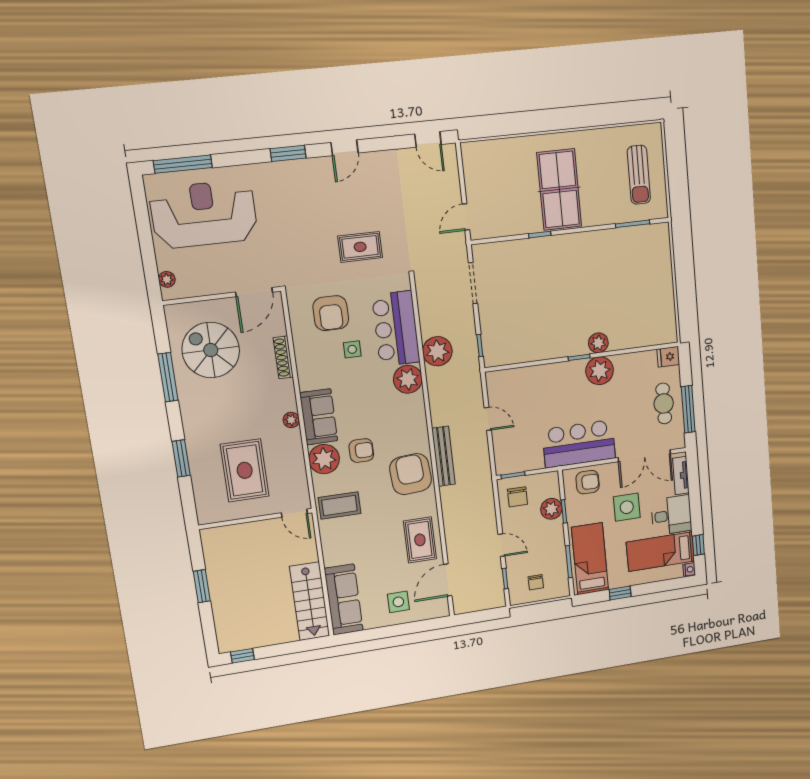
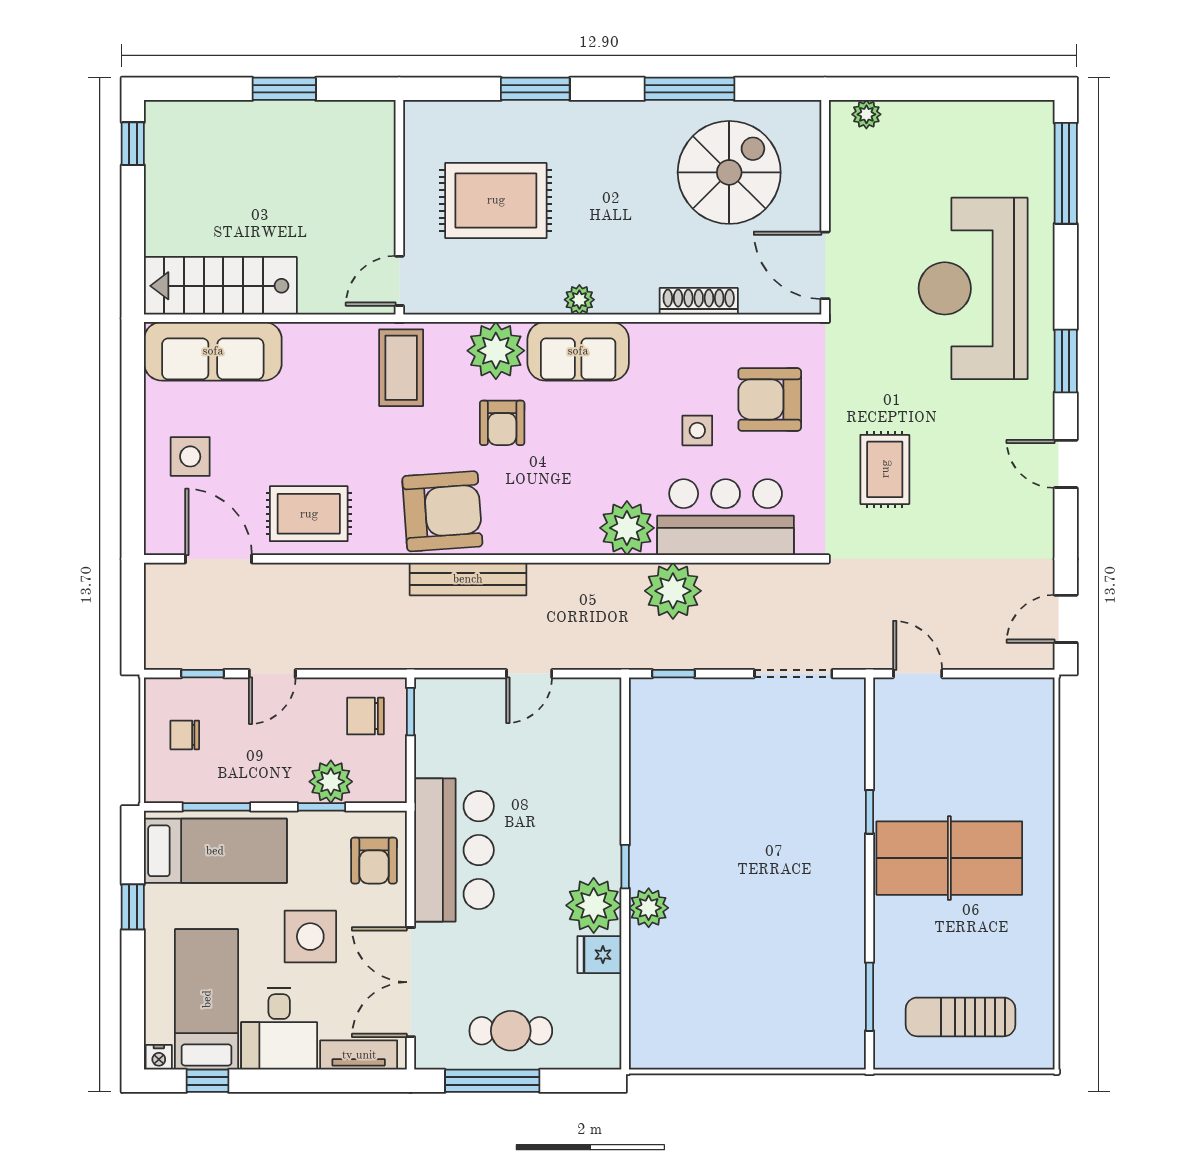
reception desk: (204, 214) -> (973, 288), moved, turned 180
fridge: (668, 357) -> (599, 955), moved, turned -90

